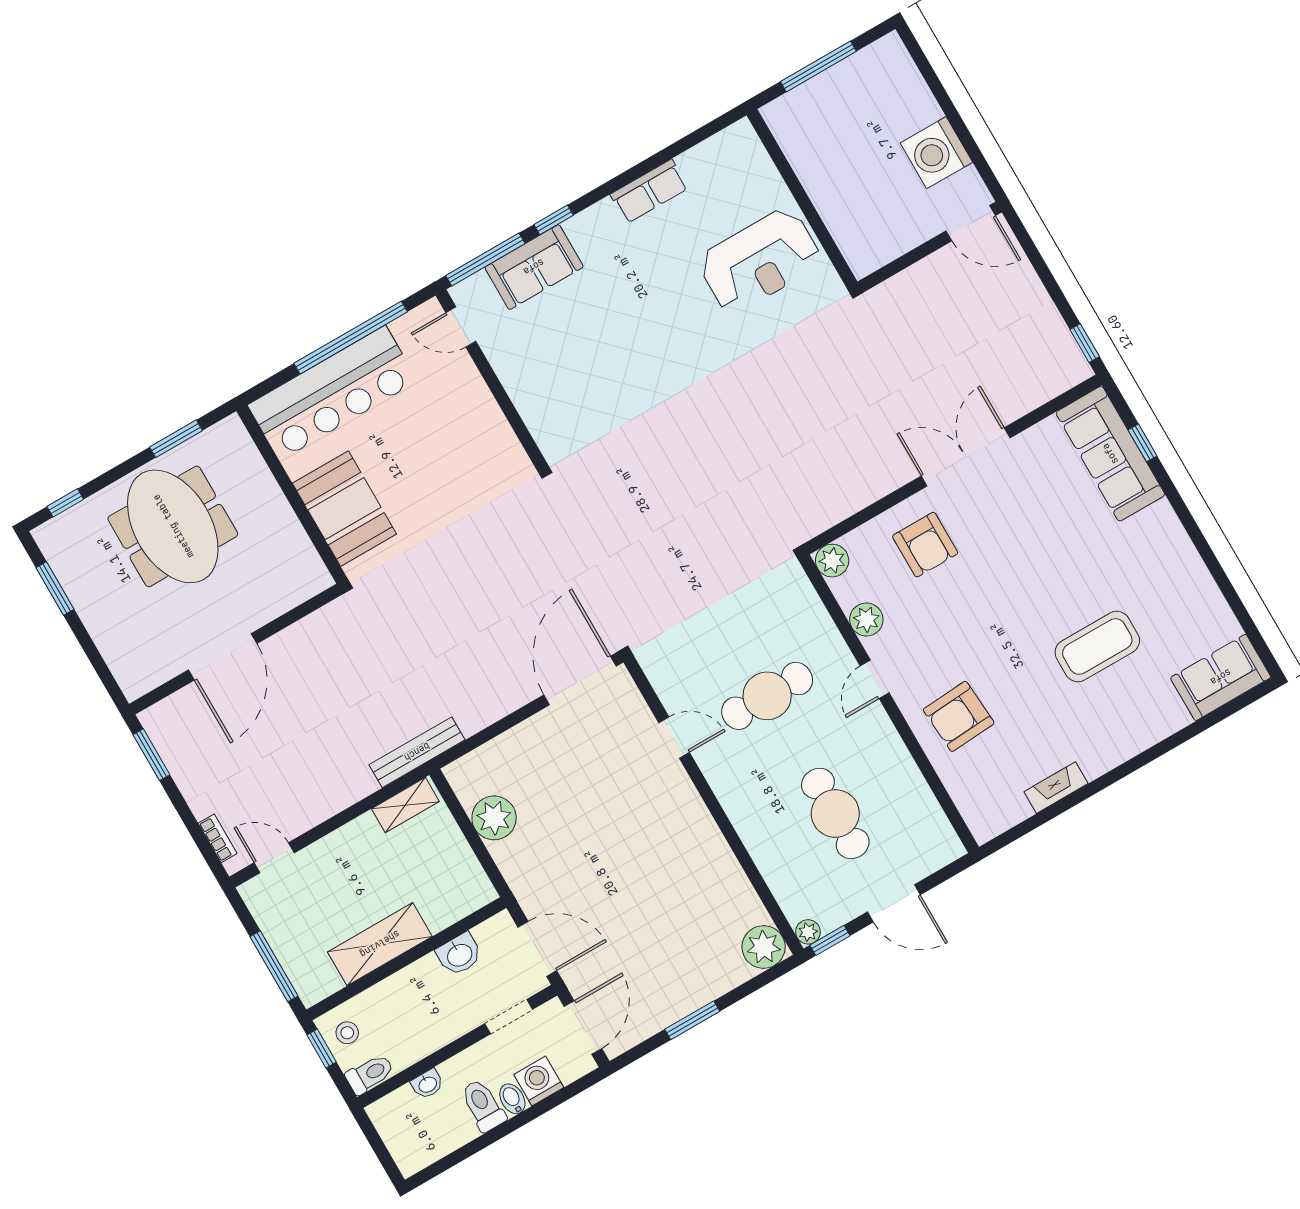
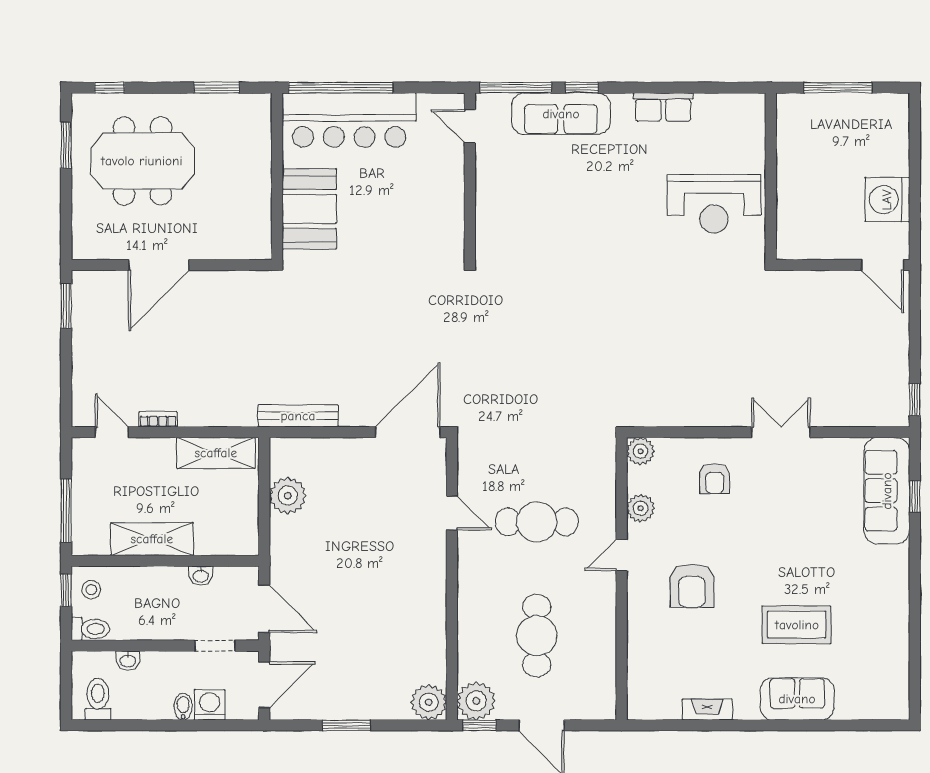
sofa: (534, 267) -> (561, 114), width x1.36
window: (351, 338) -> (341, 88), moved
double door: (966, 457) -> (781, 432), width x0.73
meeting table: (173, 526) -> (142, 161), moved, turned 90
armchair: (925, 545) -> (715, 479), width x0.72, depth x0.72
sofa: (1221, 677) -> (797, 699), moved
armchair: (959, 716) -> (692, 586), moved, turned -86
bench: (417, 752) -> (298, 416), moved
shelving: (405, 805) -> (216, 453), width x1.50, depth x1.33
bookcase: (218, 838) -> (158, 419), moved, turned -90
plant: (808, 932) -> (476, 701), width x1.88, depth x1.88
washbasin: (459, 954) -> (201, 576), width x0.72, depth x0.69
toilet: (483, 1105) -> (98, 699), moved

